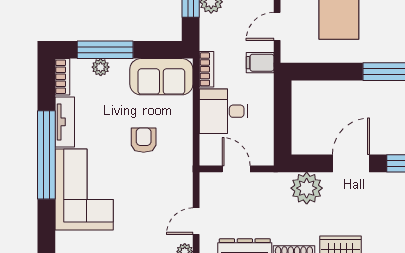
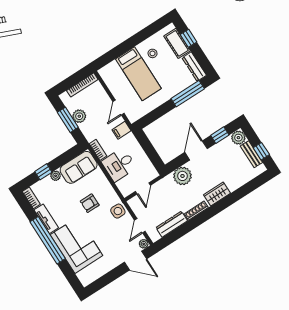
window: (105, 50) -> (43, 172), width x0.46
plant: (101, 67) -> (56, 176), moved
armchair: (144, 140) -> (90, 203), turned -90
door: (236, 169) -> (143, 188), swing flipped
side table: (178, 179) -> (118, 211), added

